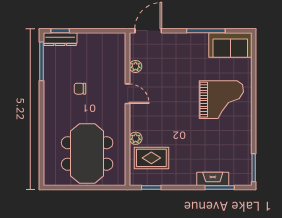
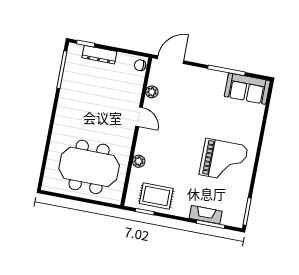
dresser: (60, 39) -> (99, 55), moved
chair: (80, 89) -> (140, 65), moved
grand piano: (221, 100) -> (224, 160), moved
meeting table: (87, 153) -> (89, 167), turned 90
rug: (151, 158) -> (156, 196), moved

